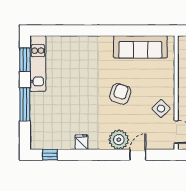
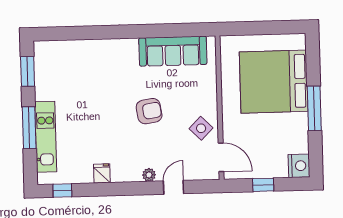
kitchen unit: (38, 64) -> (46, 137), moved
armchair: (120, 94) -> (149, 111), turned 63
plant: (119, 140) -> (149, 175), width x0.53, depth x0.53

